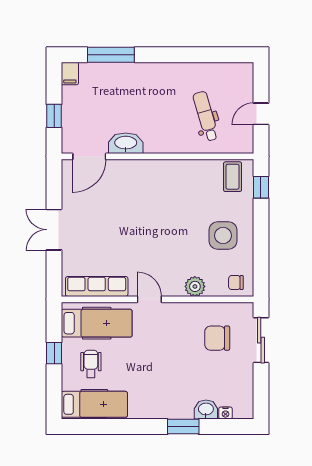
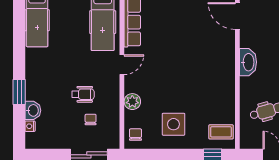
washbasin: (126, 143) -> (248, 62), moved
chair: (217, 338) -> (91, 120), width x0.54, depth x0.54
wheelchair: (91, 364) -> (83, 94), moved

